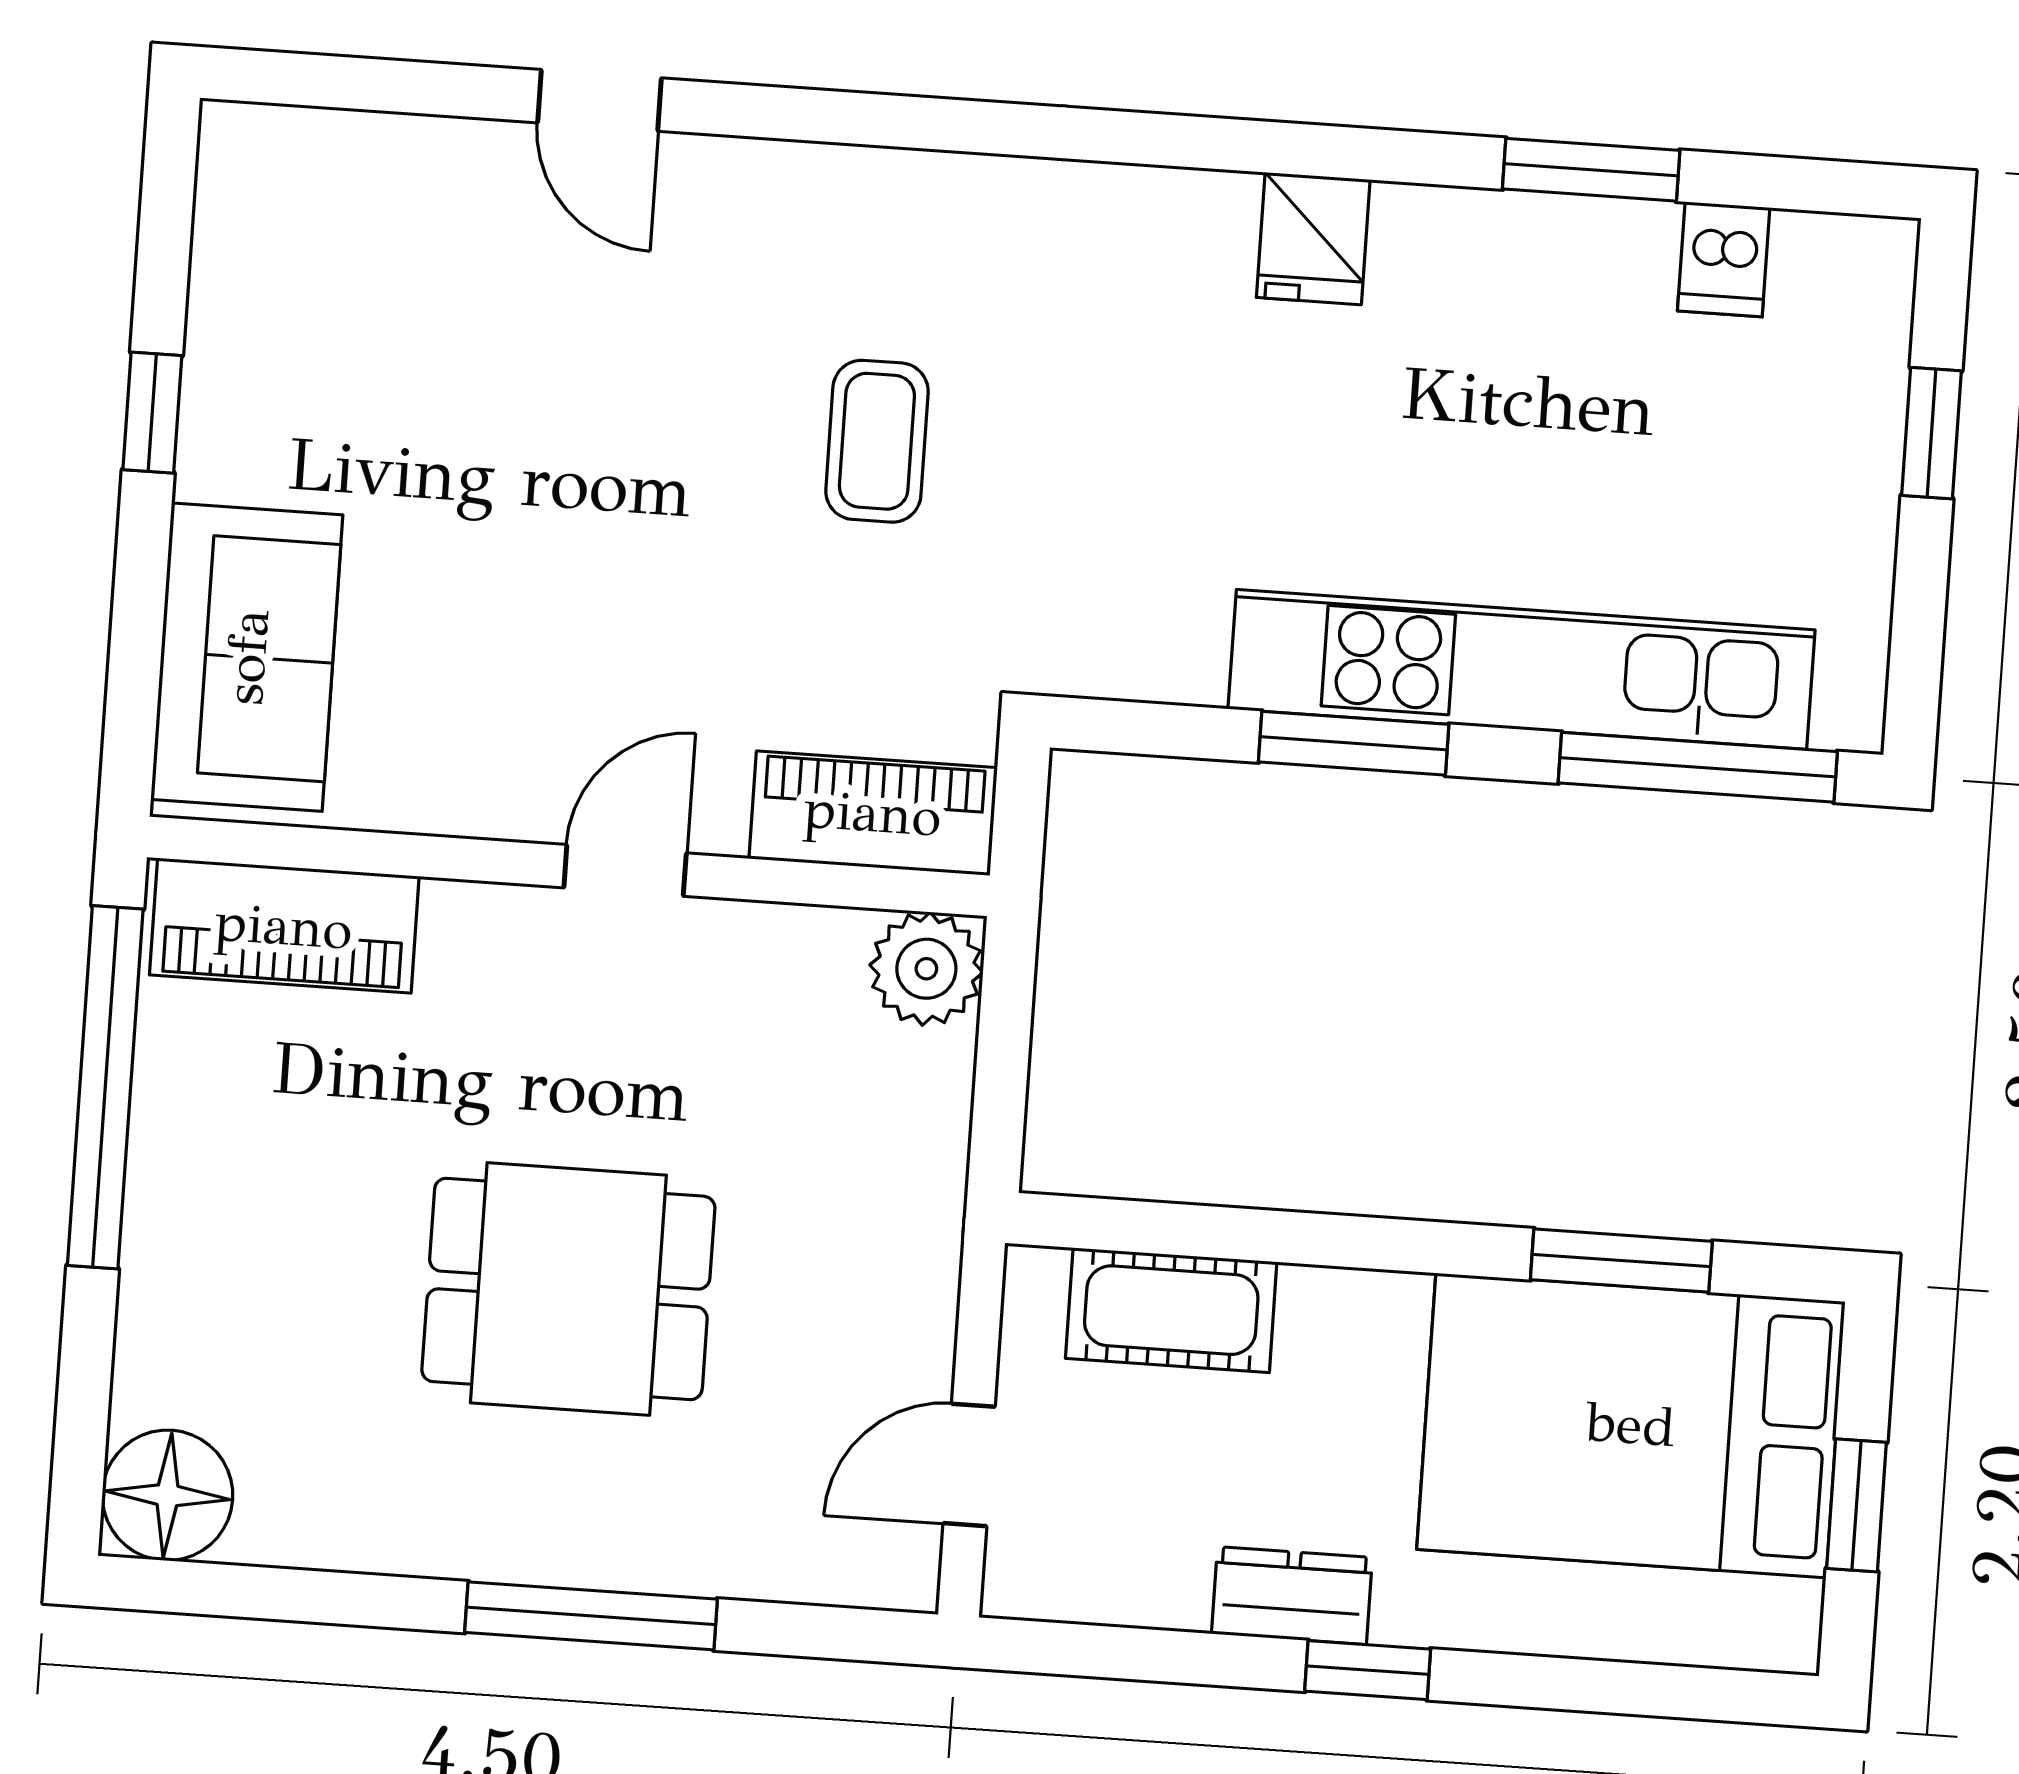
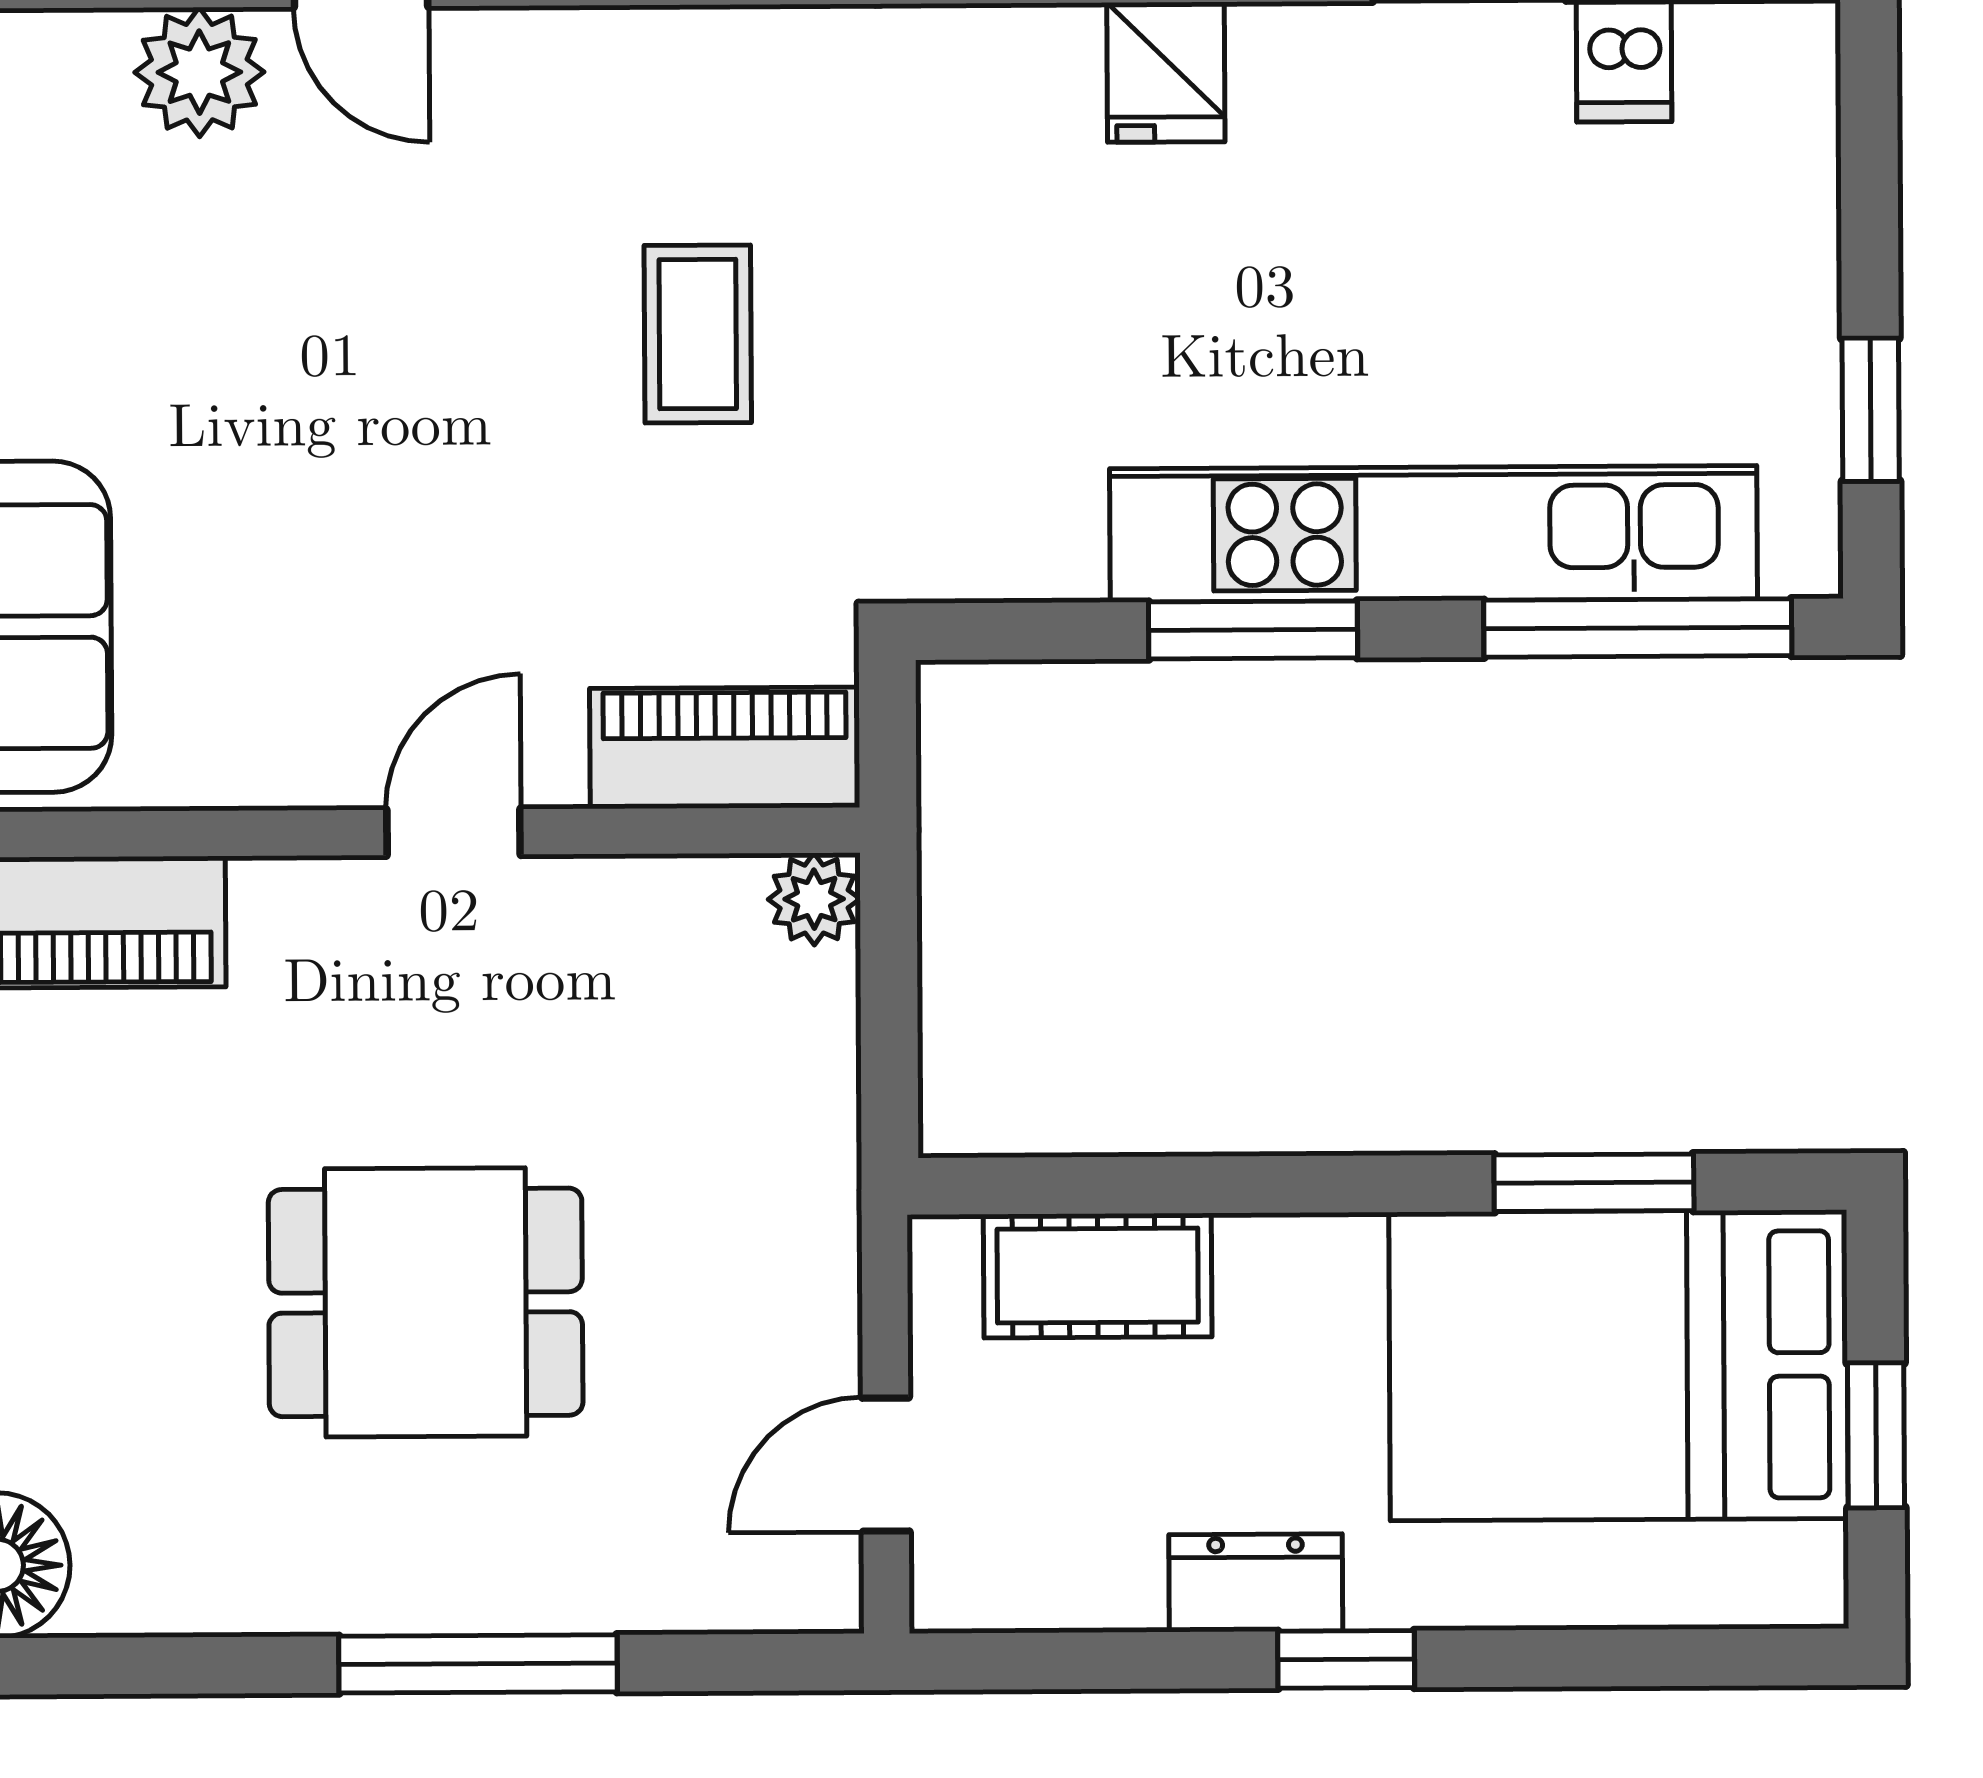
plant: (449, 174) -> (199, 72), added
window: (1931, 433) -> (1871, 410), moved
plant: (926, 969) -> (814, 899), width x0.73, depth x0.73

